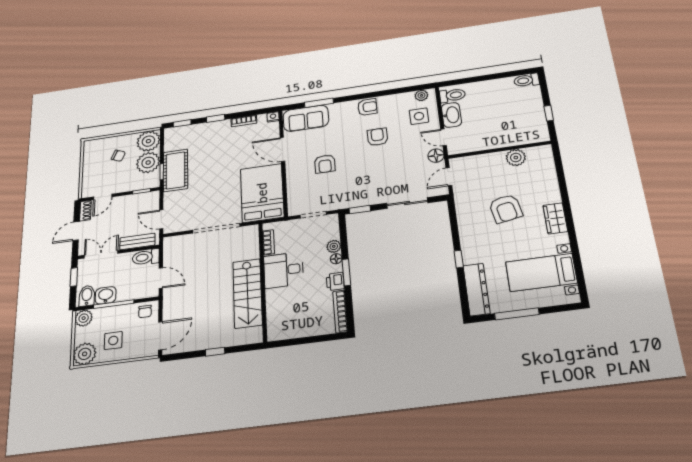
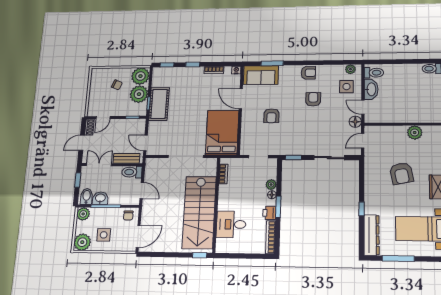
desk: (284, 270) -> (231, 224), moved
stairs: (247, 293) -> (199, 212), width x1.36, depth x1.51
window: (215, 352) -> (200, 255), moved

